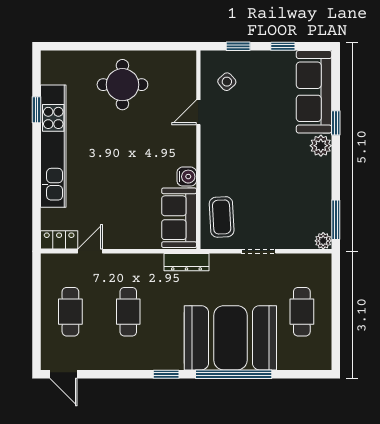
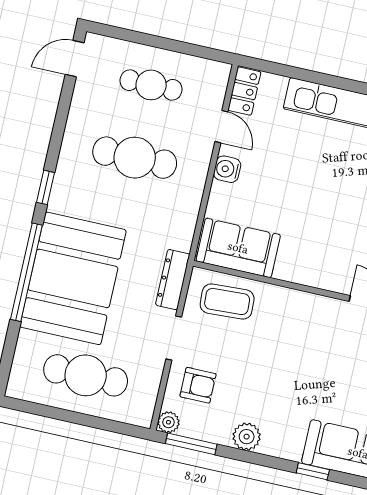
plant: (321, 146) -> (247, 437), moved
water cooler: (187, 177) -> (227, 169), moved, turned 90
armchair: (290, 225) -> (198, 385), added
dresser: (186, 262) -> (173, 280), moved
cafe table: (128, 312) -> (135, 158), width x1.37, depth x1.35
cafe table: (302, 312) -> (86, 375), width x1.37, depth x1.35

